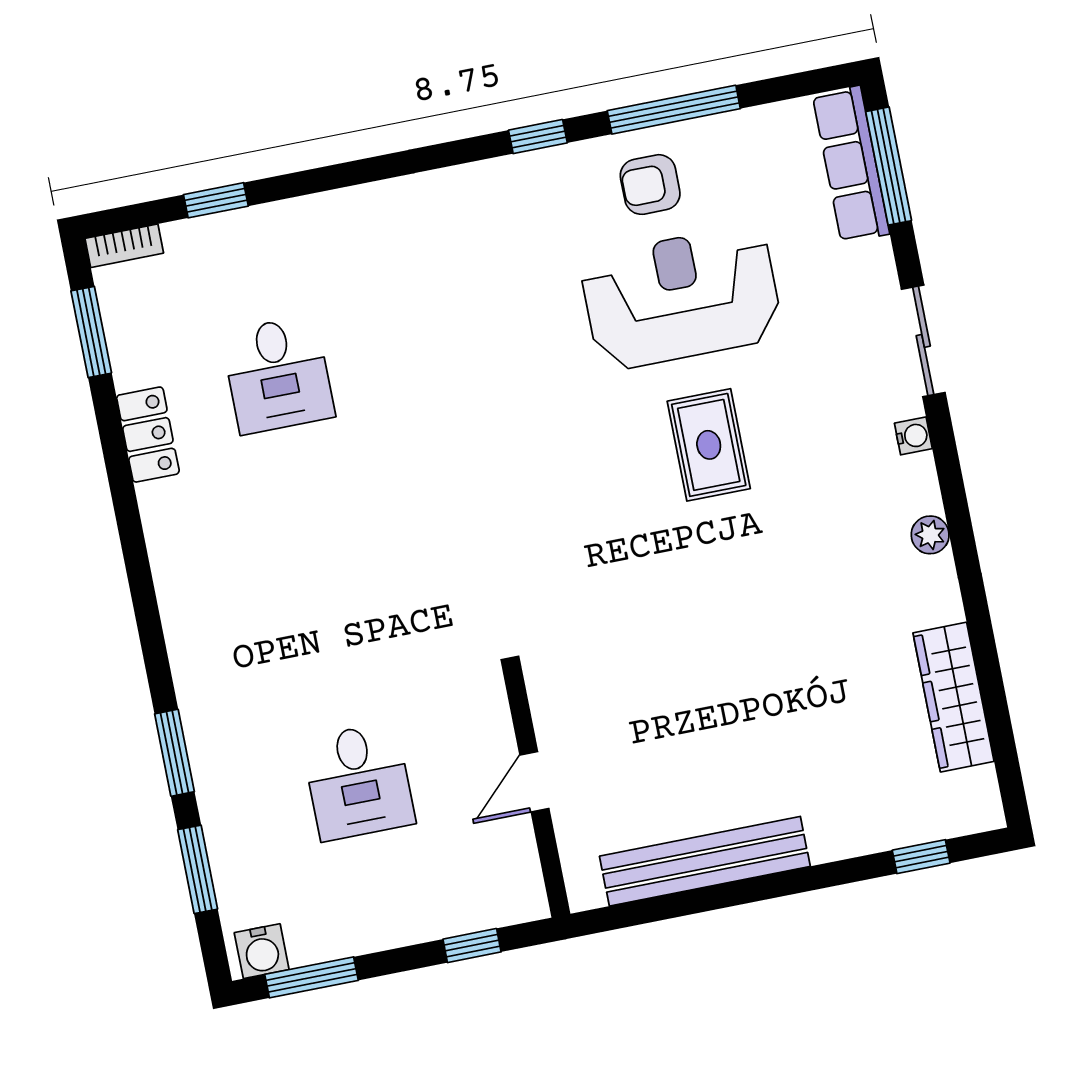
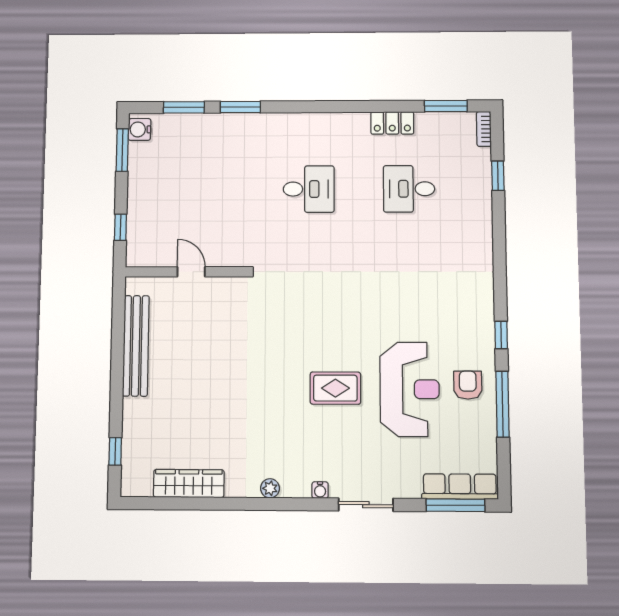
desk: (358, 781) -> (309, 189), moved, turned 180

